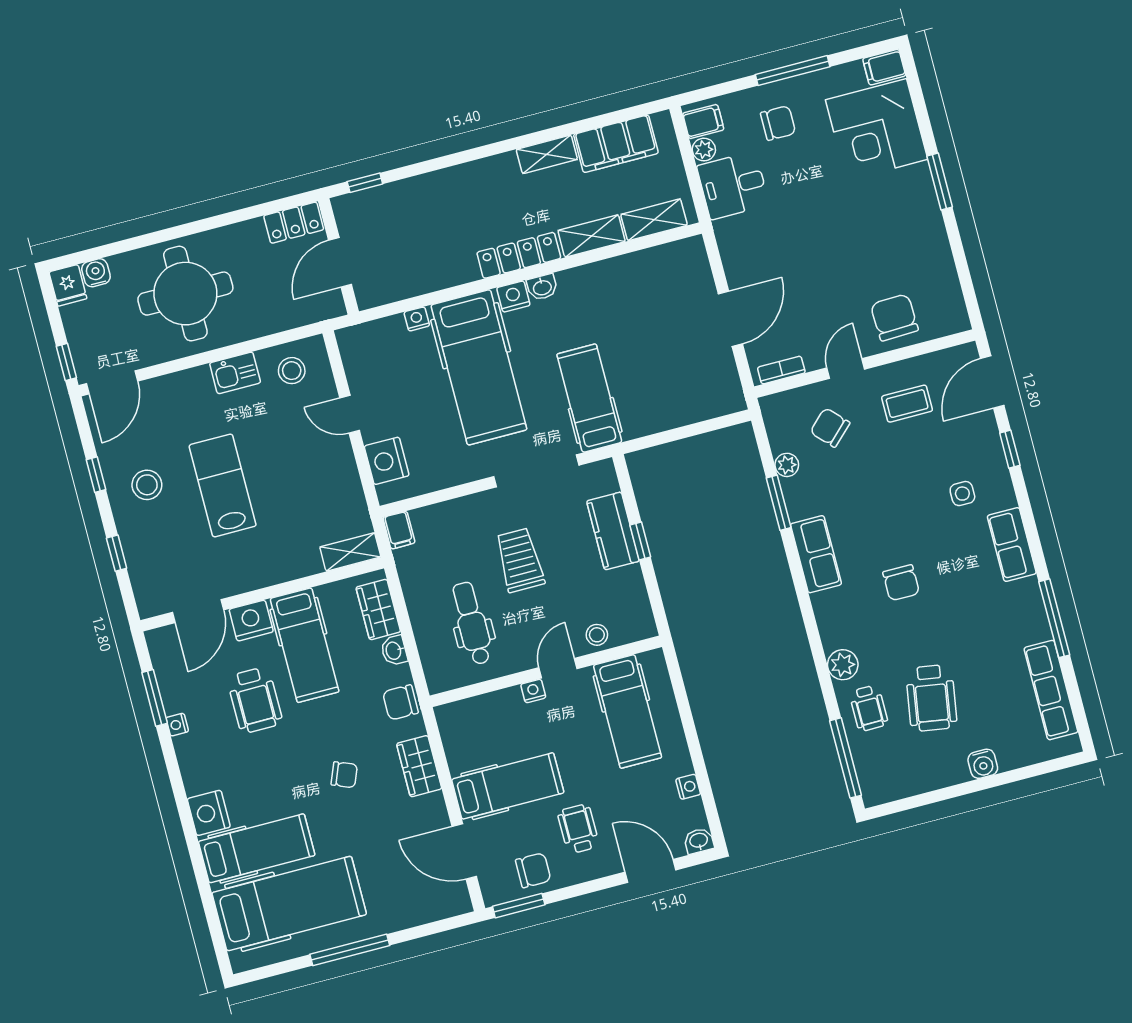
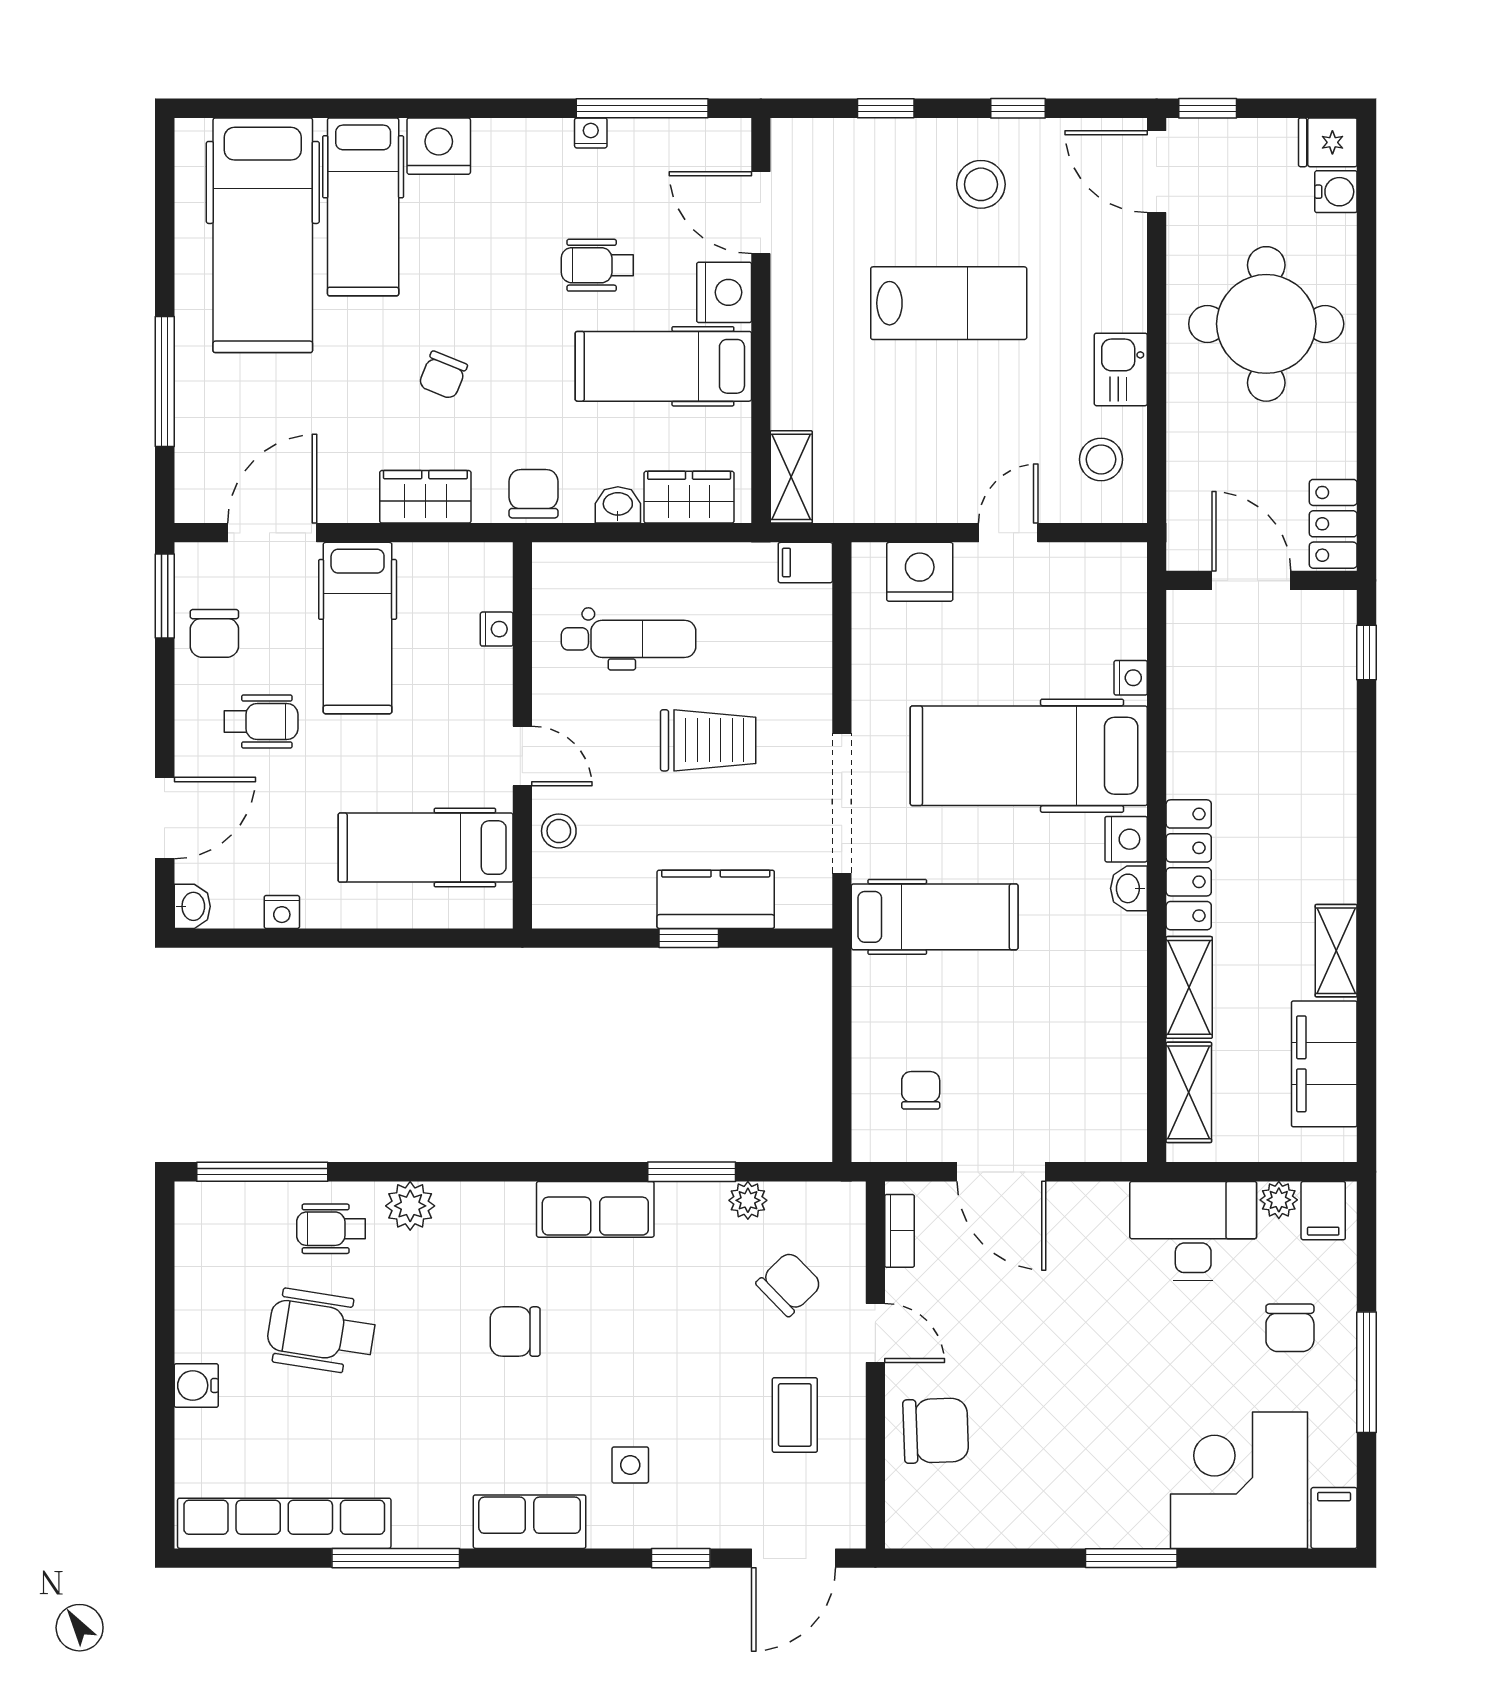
desk: (733, 185) -> (1193, 1231), width x1.37
chair: (695, 379) -> (921, 1090), added
door: (992, 382) -> (794, 1558), swing flipped
row of seats: (1051, 690) -> (284, 1523), width x1.36
nightstand: (533, 691) -> (497, 629), moved
window: (155, 698) -> (642, 108), width x1.44
wheelchair: (255, 700) -> (597, 265), width x0.73, depth x0.73
window: (350, 950) -> (165, 382), moved

